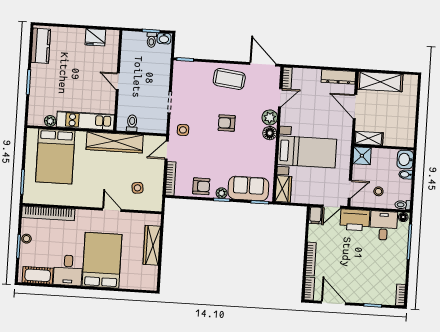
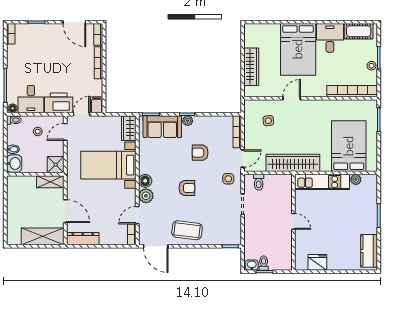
toilet: (132, 123) -> (259, 182), moved
armchair: (201, 186) -> (200, 153), moved
door: (112, 210) -> (292, 98), swing flipped

